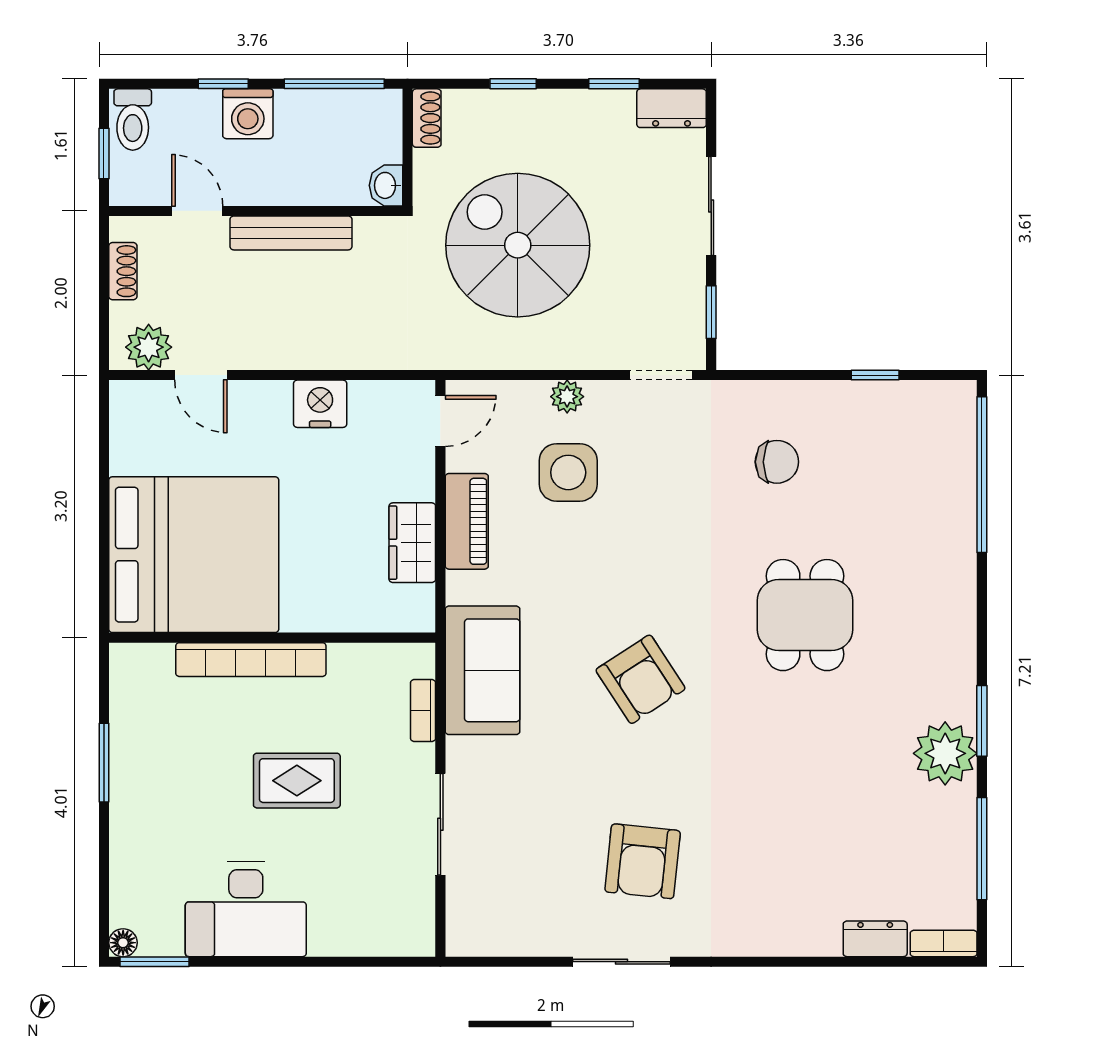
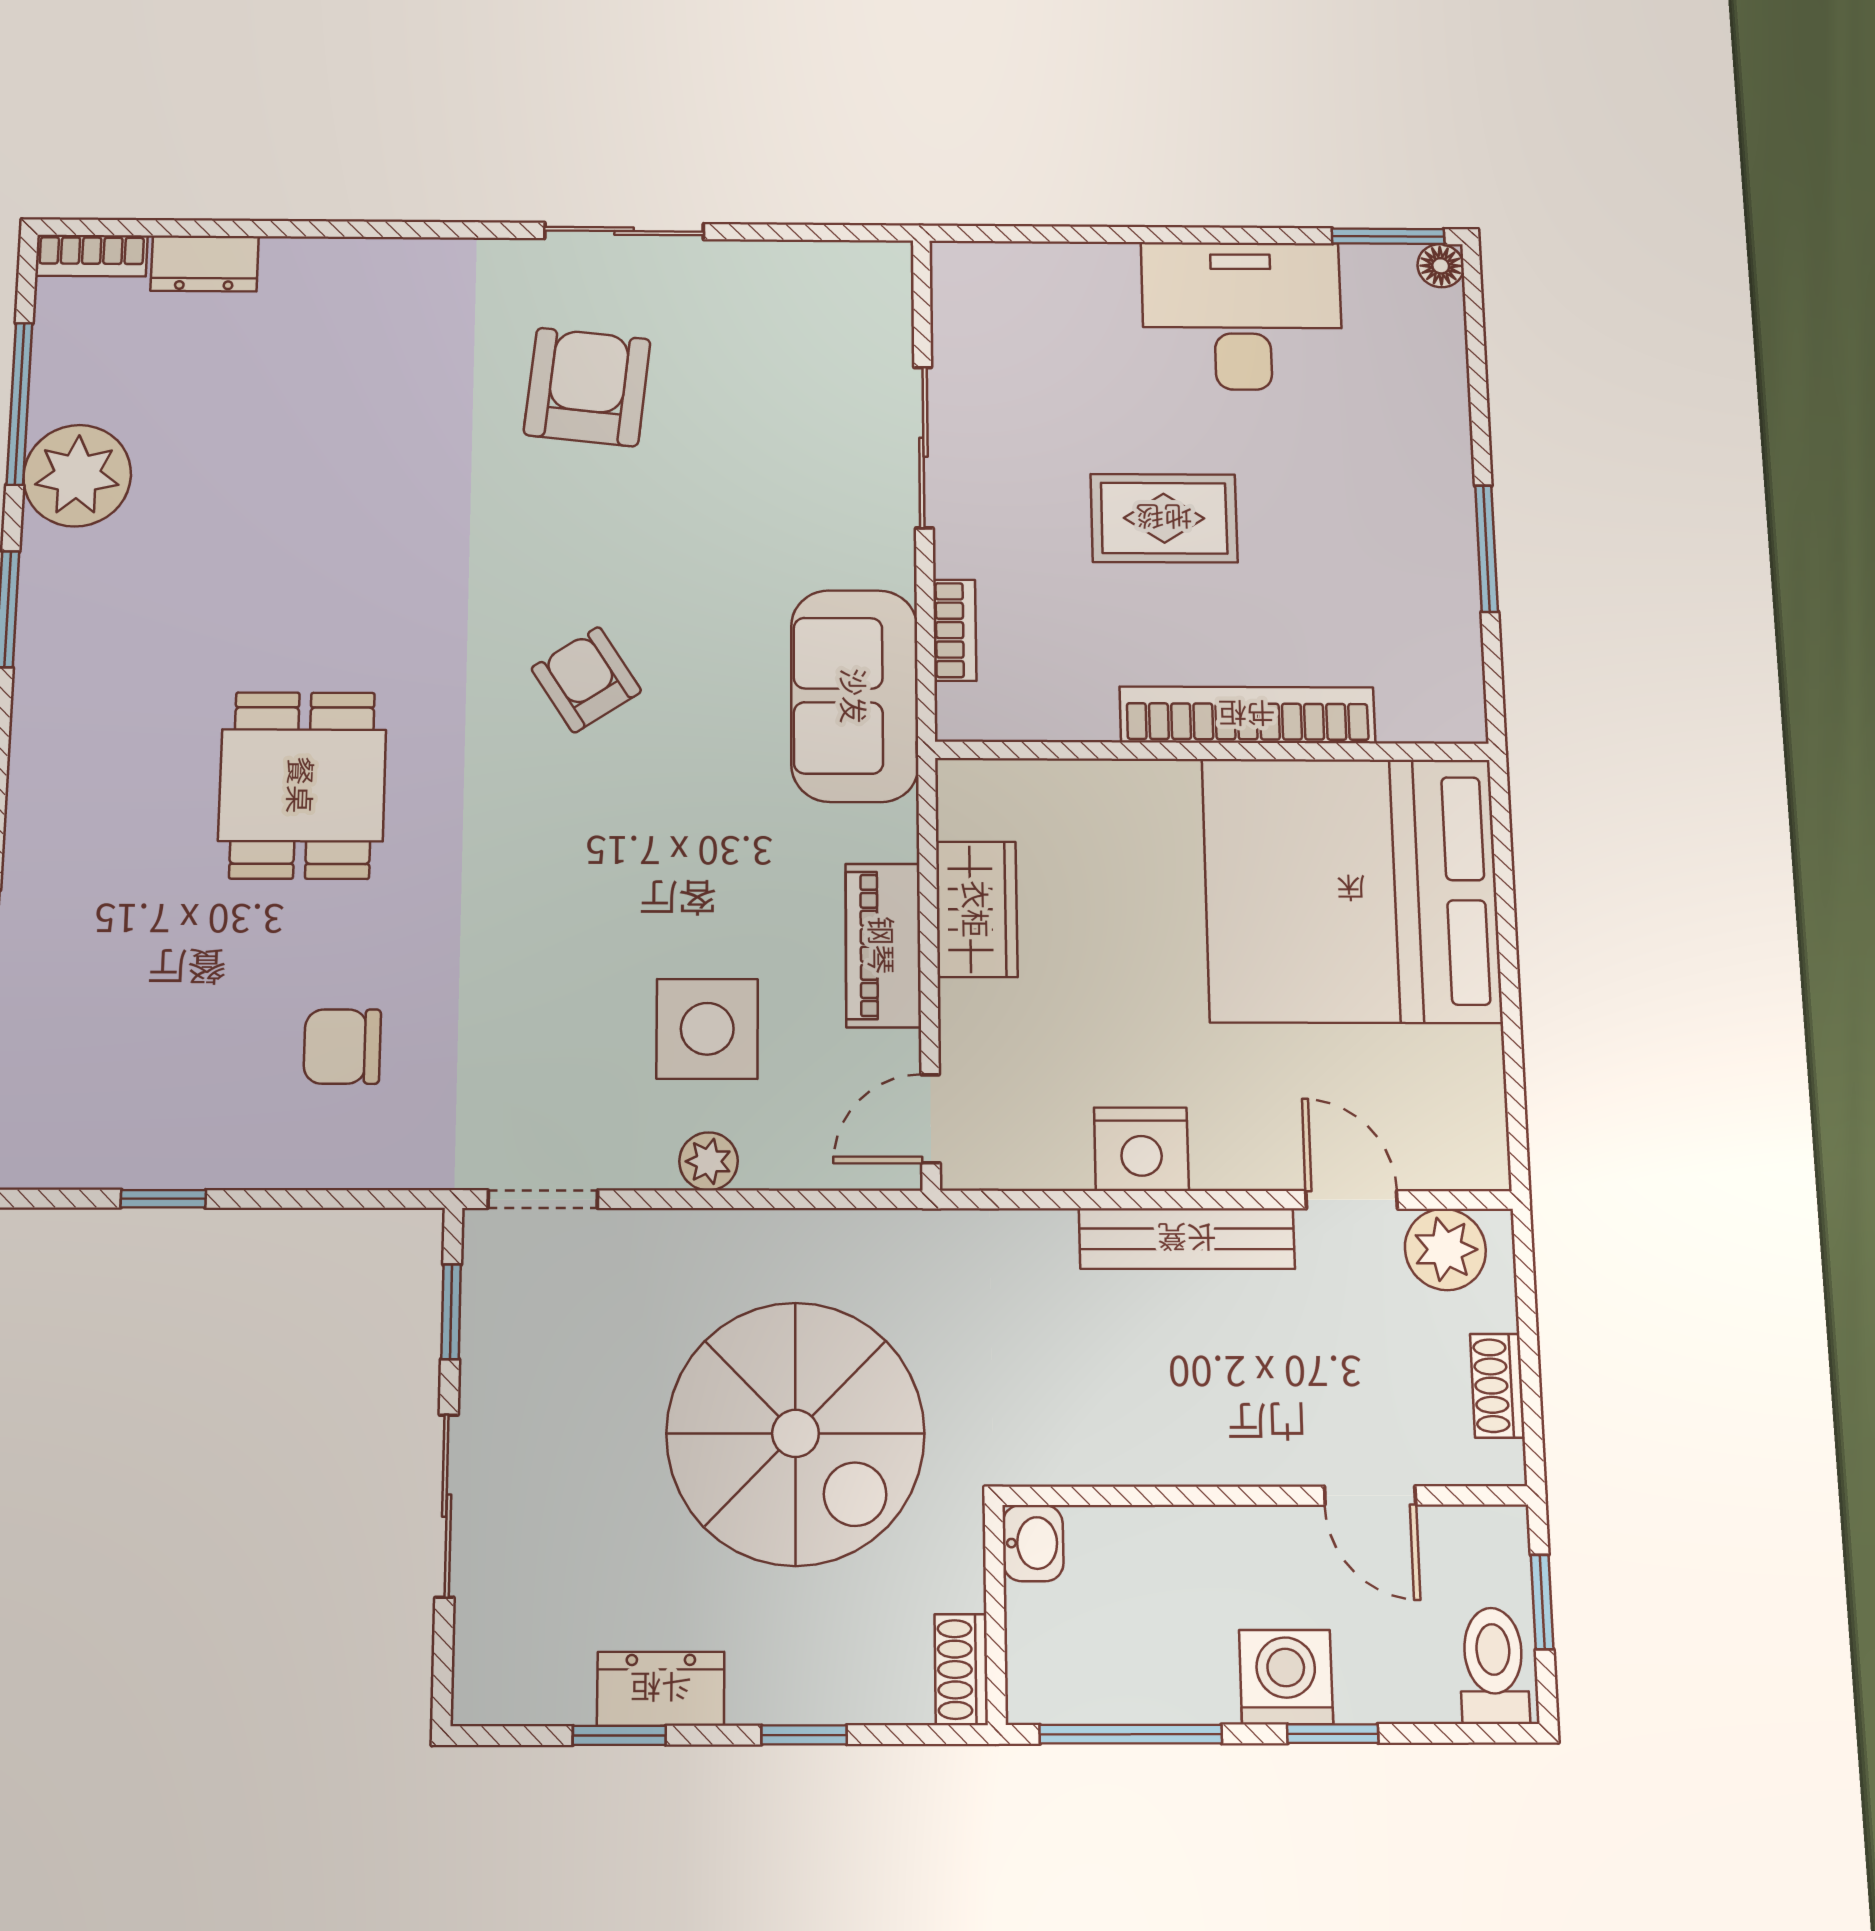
dresser: (672, 108) -> (661, 1689), moved
bench: (291, 233) -> (1187, 1239), moved
armchair: (641, 679) -> (586, 680), width x0.72, depth x0.72
plant: (945, 753) -> (77, 476), moved

